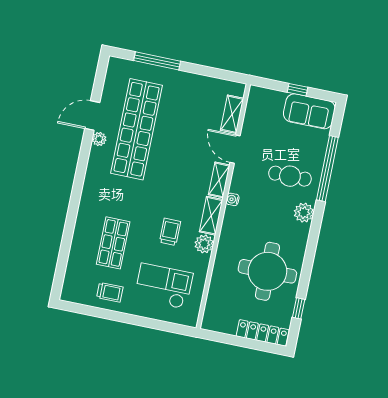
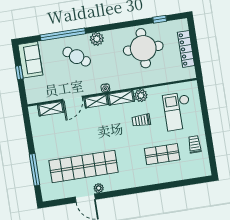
cafe table: (290, 176) -> (77, 57), turned -54
locker: (263, 333) -> (186, 49), moved

